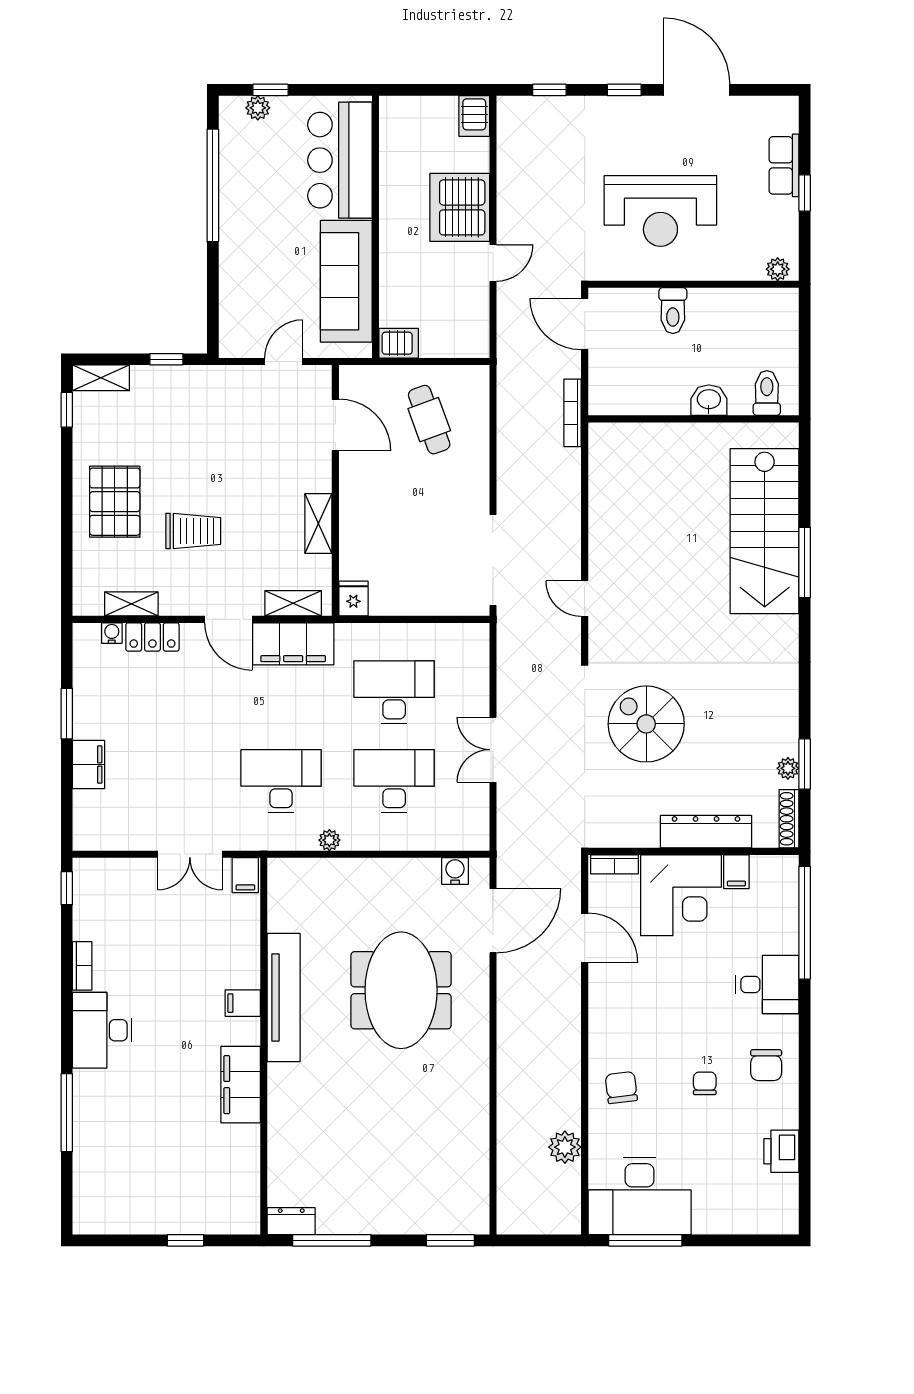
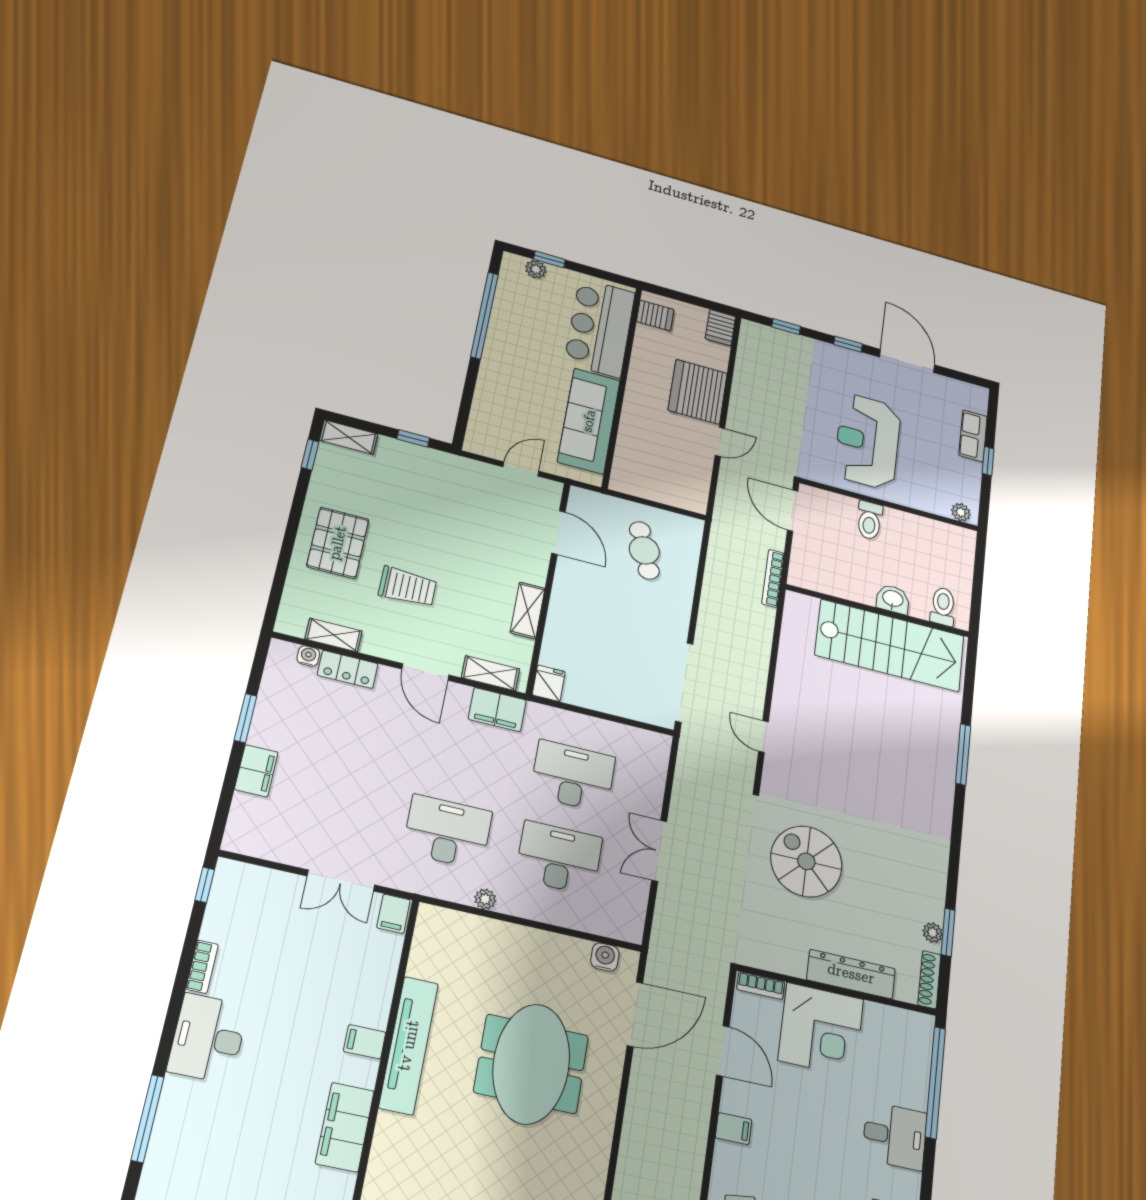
reception desk: (660, 211) -> (868, 441), turned 90
server rack: (399, 343) -> (655, 316), moved
stairs: (765, 531) -> (890, 645), moved, turned -90
filing cabinet: (293, 644) -> (497, 710), width x0.67, depth x0.86
filing cabinet: (736, 872) -> (733, 1129), moved, turned -90

